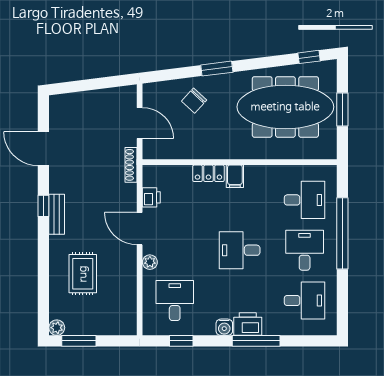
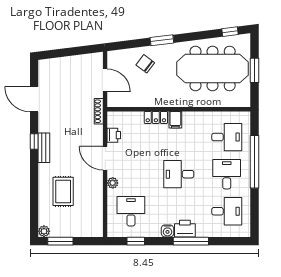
chair: (194, 101) -> (145, 64), turned 84

